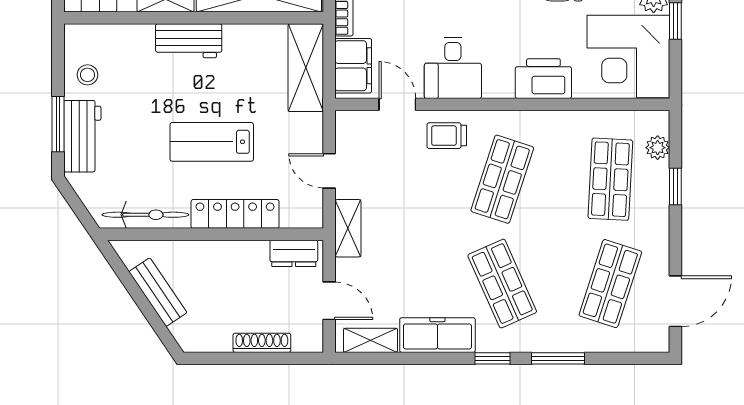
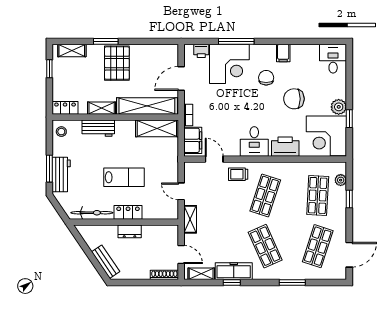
workbench: (189, 41) -> (98, 128), moved
shelving: (306, 68) -> (157, 128), moved, turned 90
desk: (453, 68) -> (254, 141), moved
stool: (87, 75) -> (61, 132), moved
lab bench: (212, 142) -> (124, 177), turned 180
locker: (235, 214) -> (128, 212), width x0.66
dresser: (294, 253) -> (130, 231), moved
bench: (158, 292) -> (106, 262), moved
shoe rack: (262, 343) -> (164, 275), moved
window: (493, 358) -> (232, 282), moved

